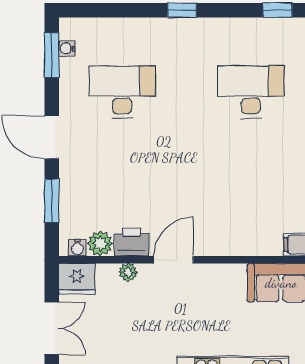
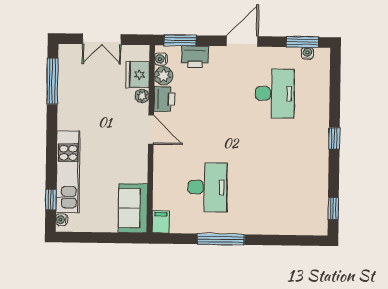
desk: (251, 92) -> (207, 187), moved
window: (52, 201) -> (180, 40), moved
printer: (74, 201) -> (195, 57), added
fridge: (77, 279) -> (138, 75), moved

